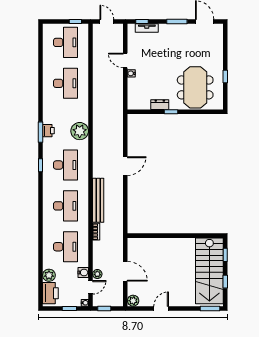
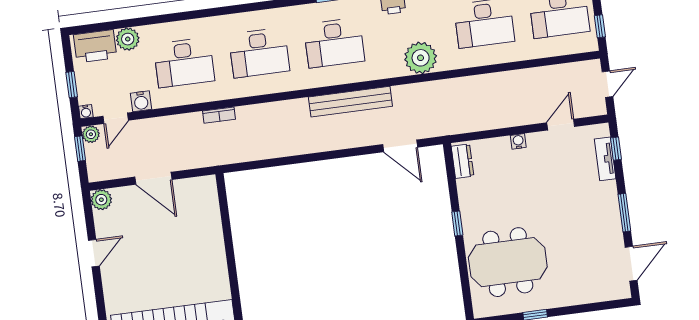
door: (125, 60) -> (561, 125), moved
dresser: (160, 105) -> (463, 161), moved
plant: (80, 131) -> (421, 58), moved
door: (125, 166) -> (400, 146), moved
bench: (98, 200) -> (350, 102), moved
door: (125, 271) -> (153, 178), hinge flipped
plant: (97, 274) -> (91, 134), moved
door: (91, 287) -> (116, 118), hinge flipped
door: (161, 308) -> (94, 253), hinge flipped

